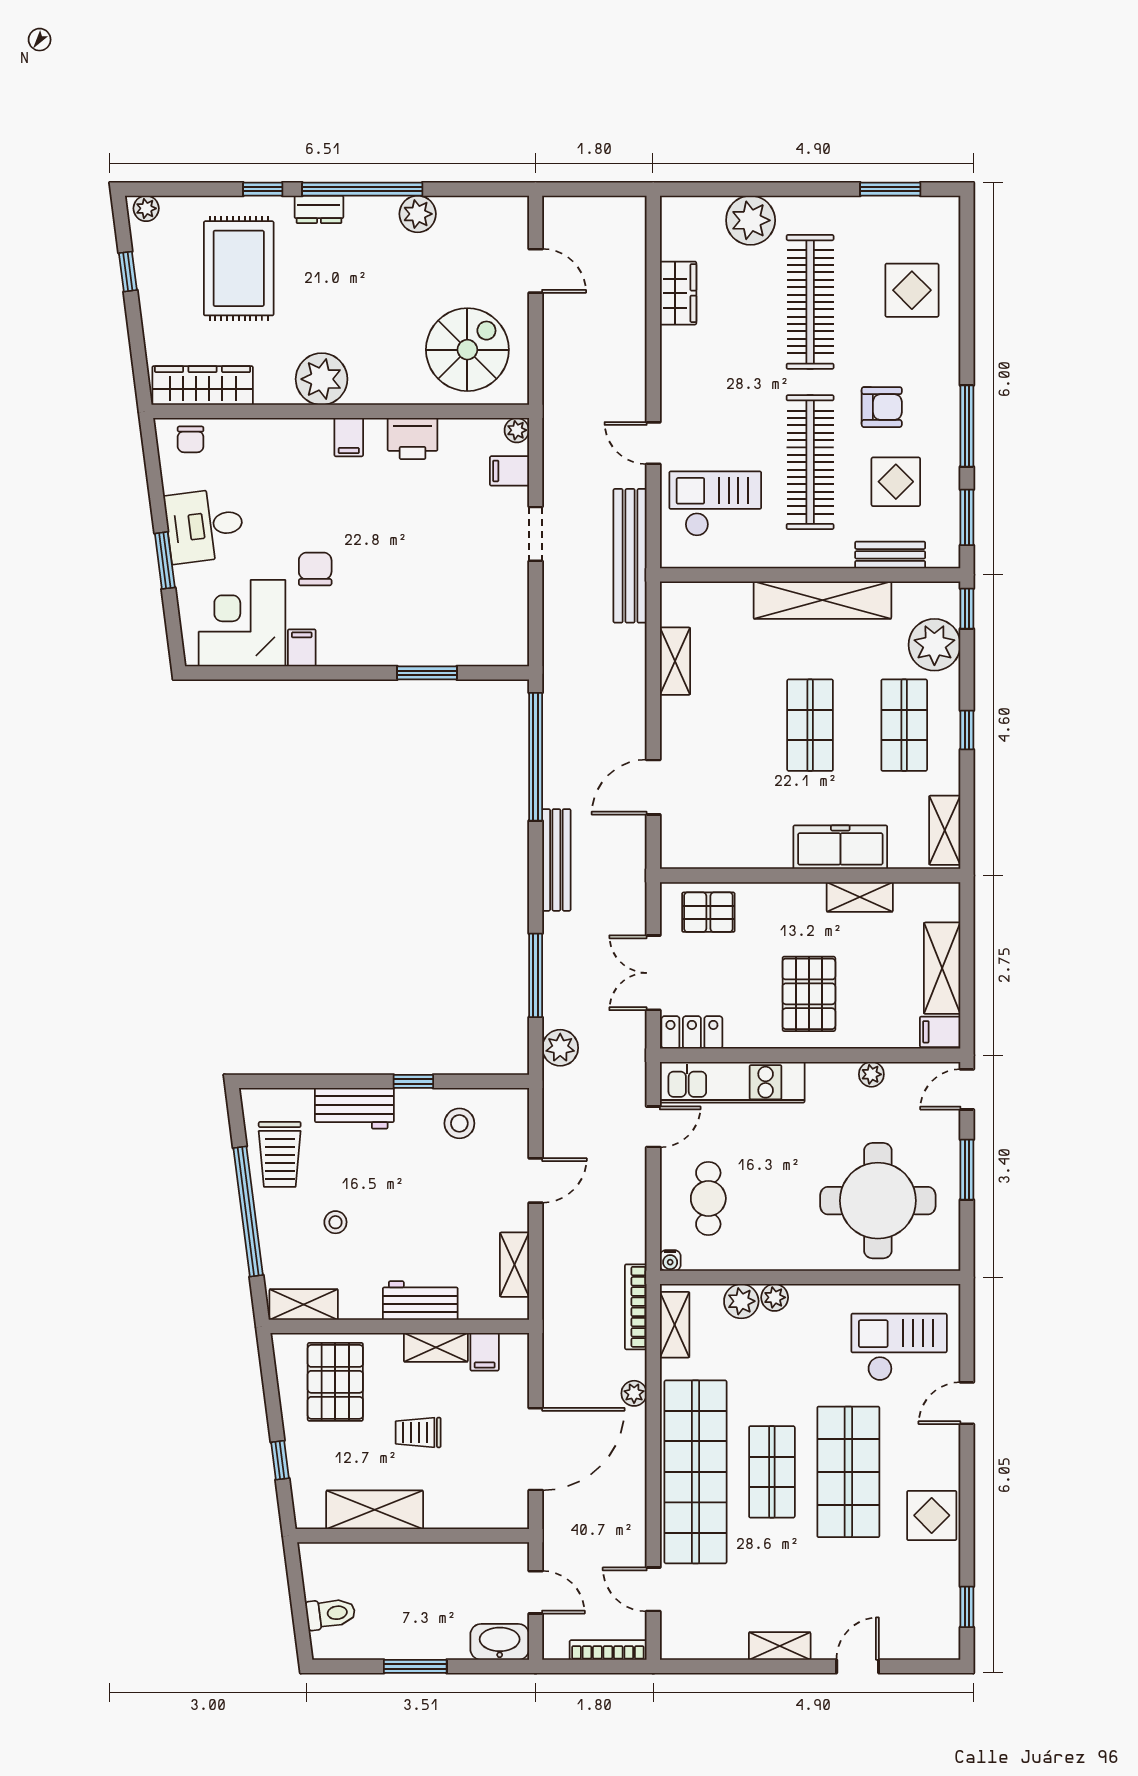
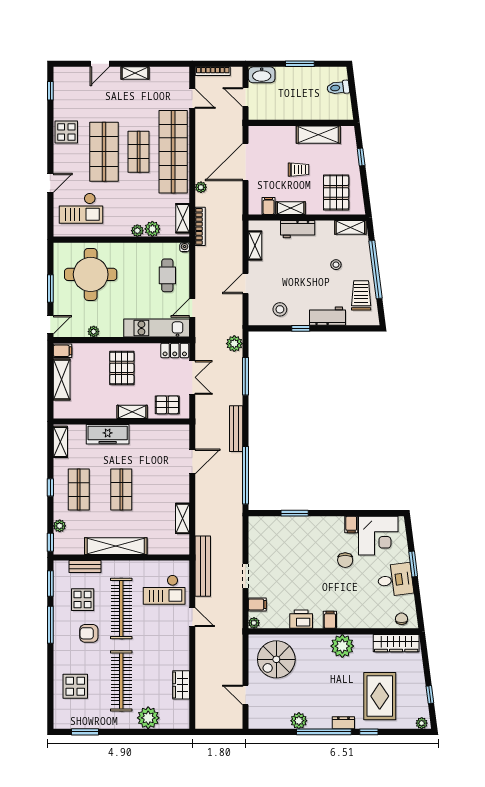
plant: (934, 645) -> (60, 526), width x0.53, depth x0.53
shelving: (860, 897) -> (132, 412), moved

